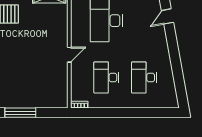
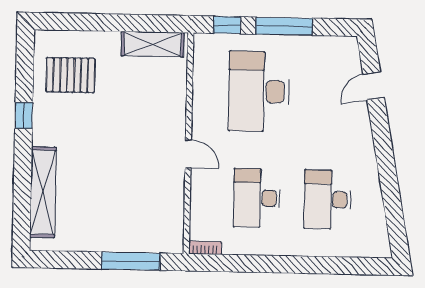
door: (69, 55) -> (188, 154), hinge flipped
window: (20, 113) -> (131, 261), moved

